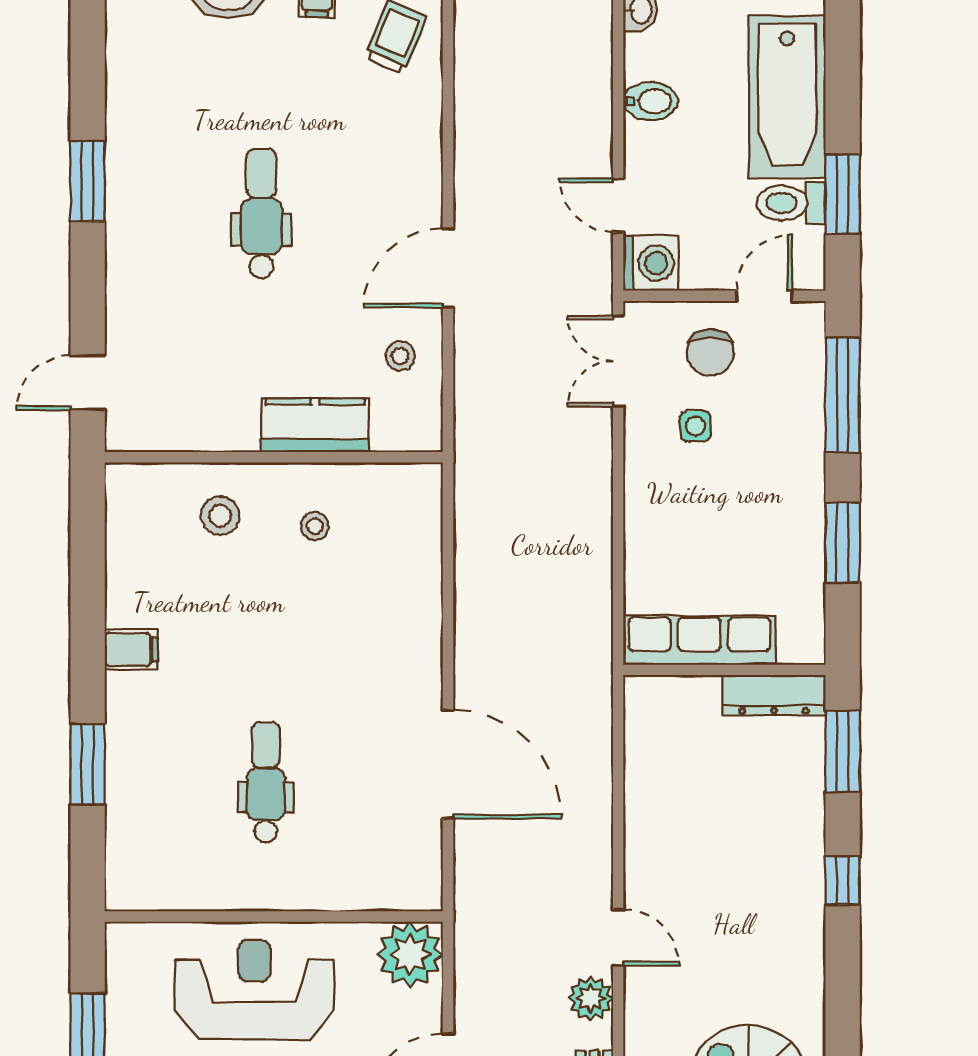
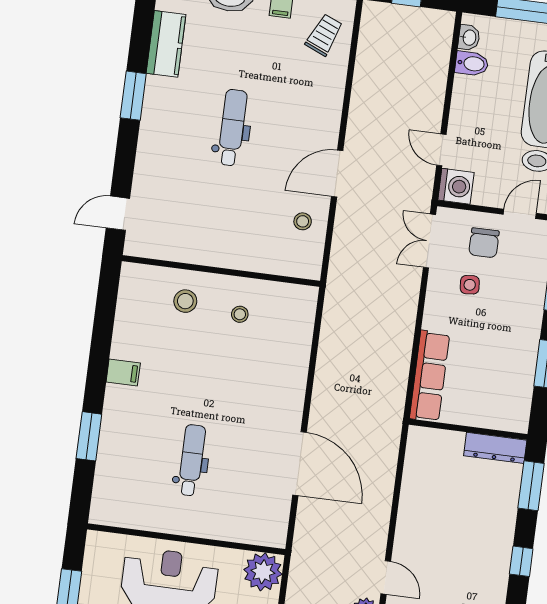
bidet: (651, 101) -> (472, 64), moved
kitchen counter: (315, 425) -> (166, 44), moved, turned 90
row of seats: (699, 640) -> (430, 376), moved, turned 90

